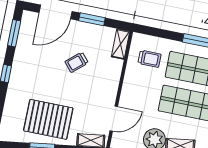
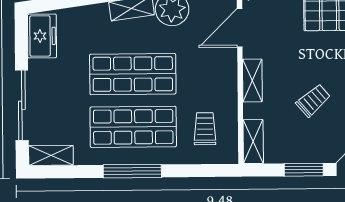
trolley: (150, 59) -> (205, 129), turned 90
shelving: (113, 83) -> (252, 80), added

